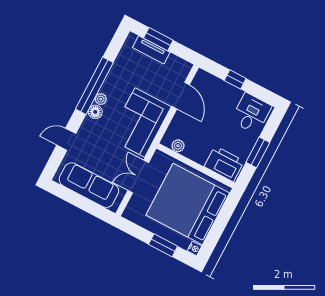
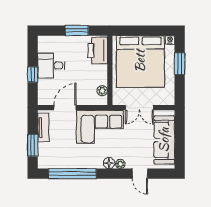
tv unit: (151, 50) -> (43, 127), moved
window: (94, 86) -> (72, 174), moved
plant: (101, 99) -> (120, 164), moved
desk: (251, 113) -> (51, 66), moved

